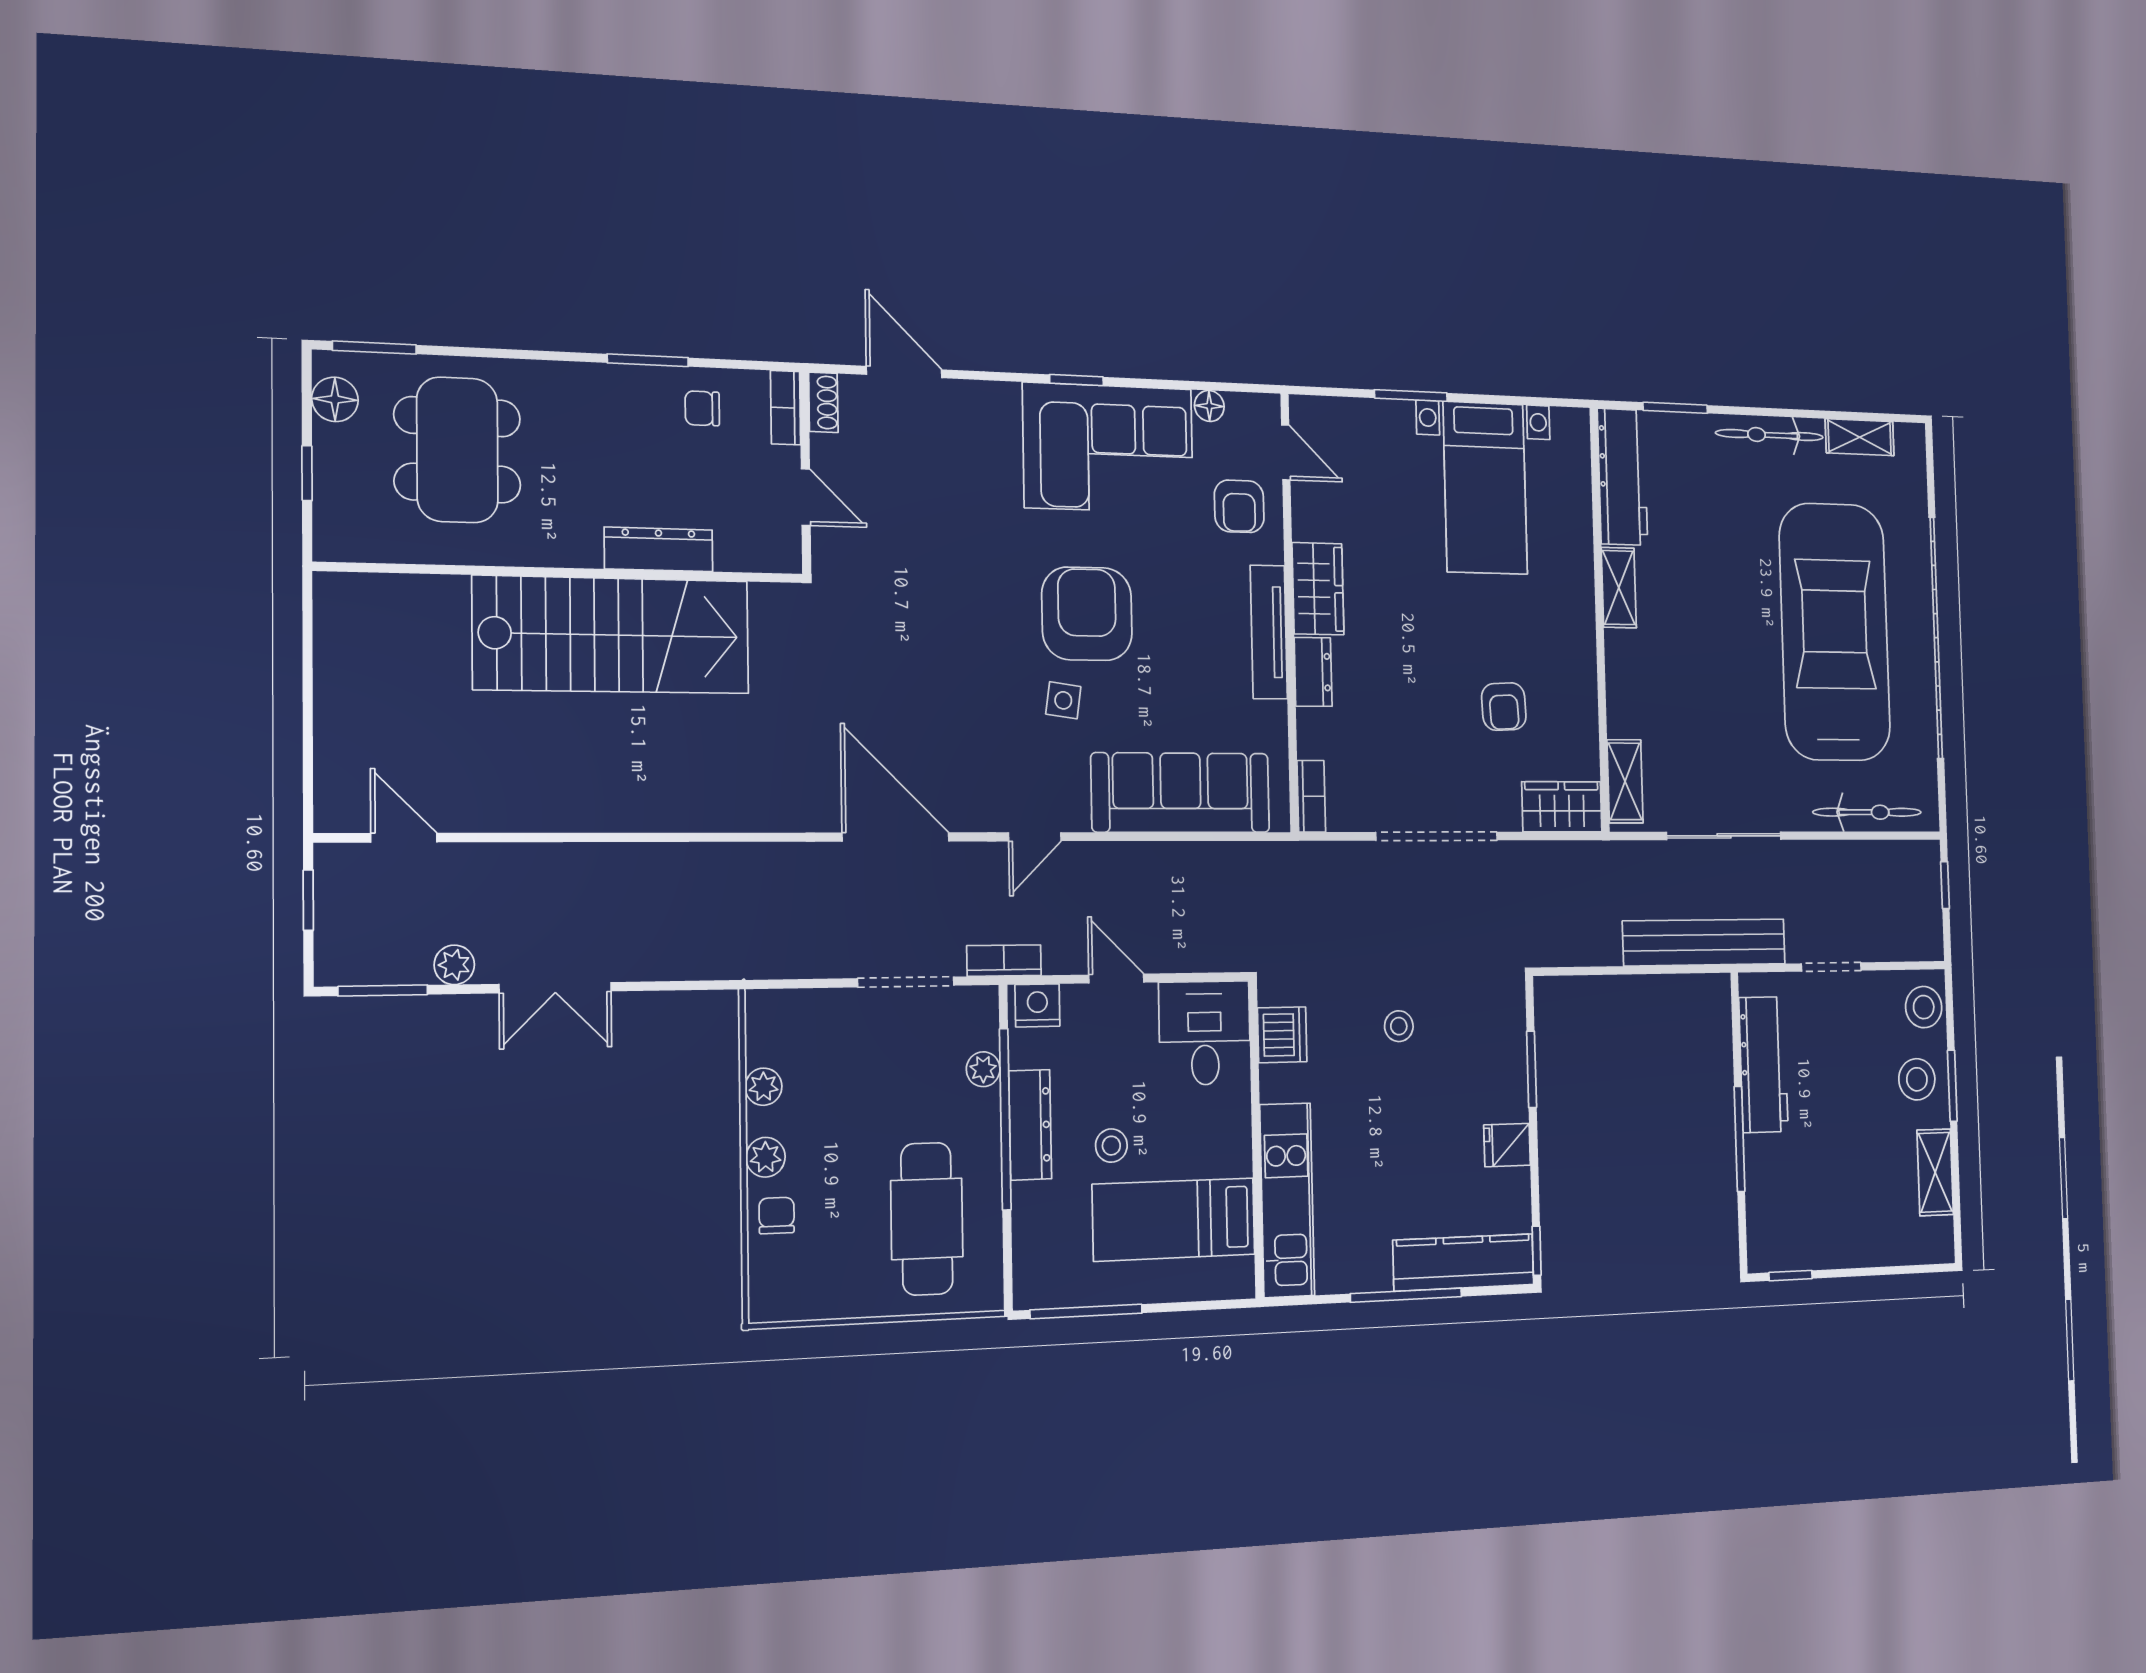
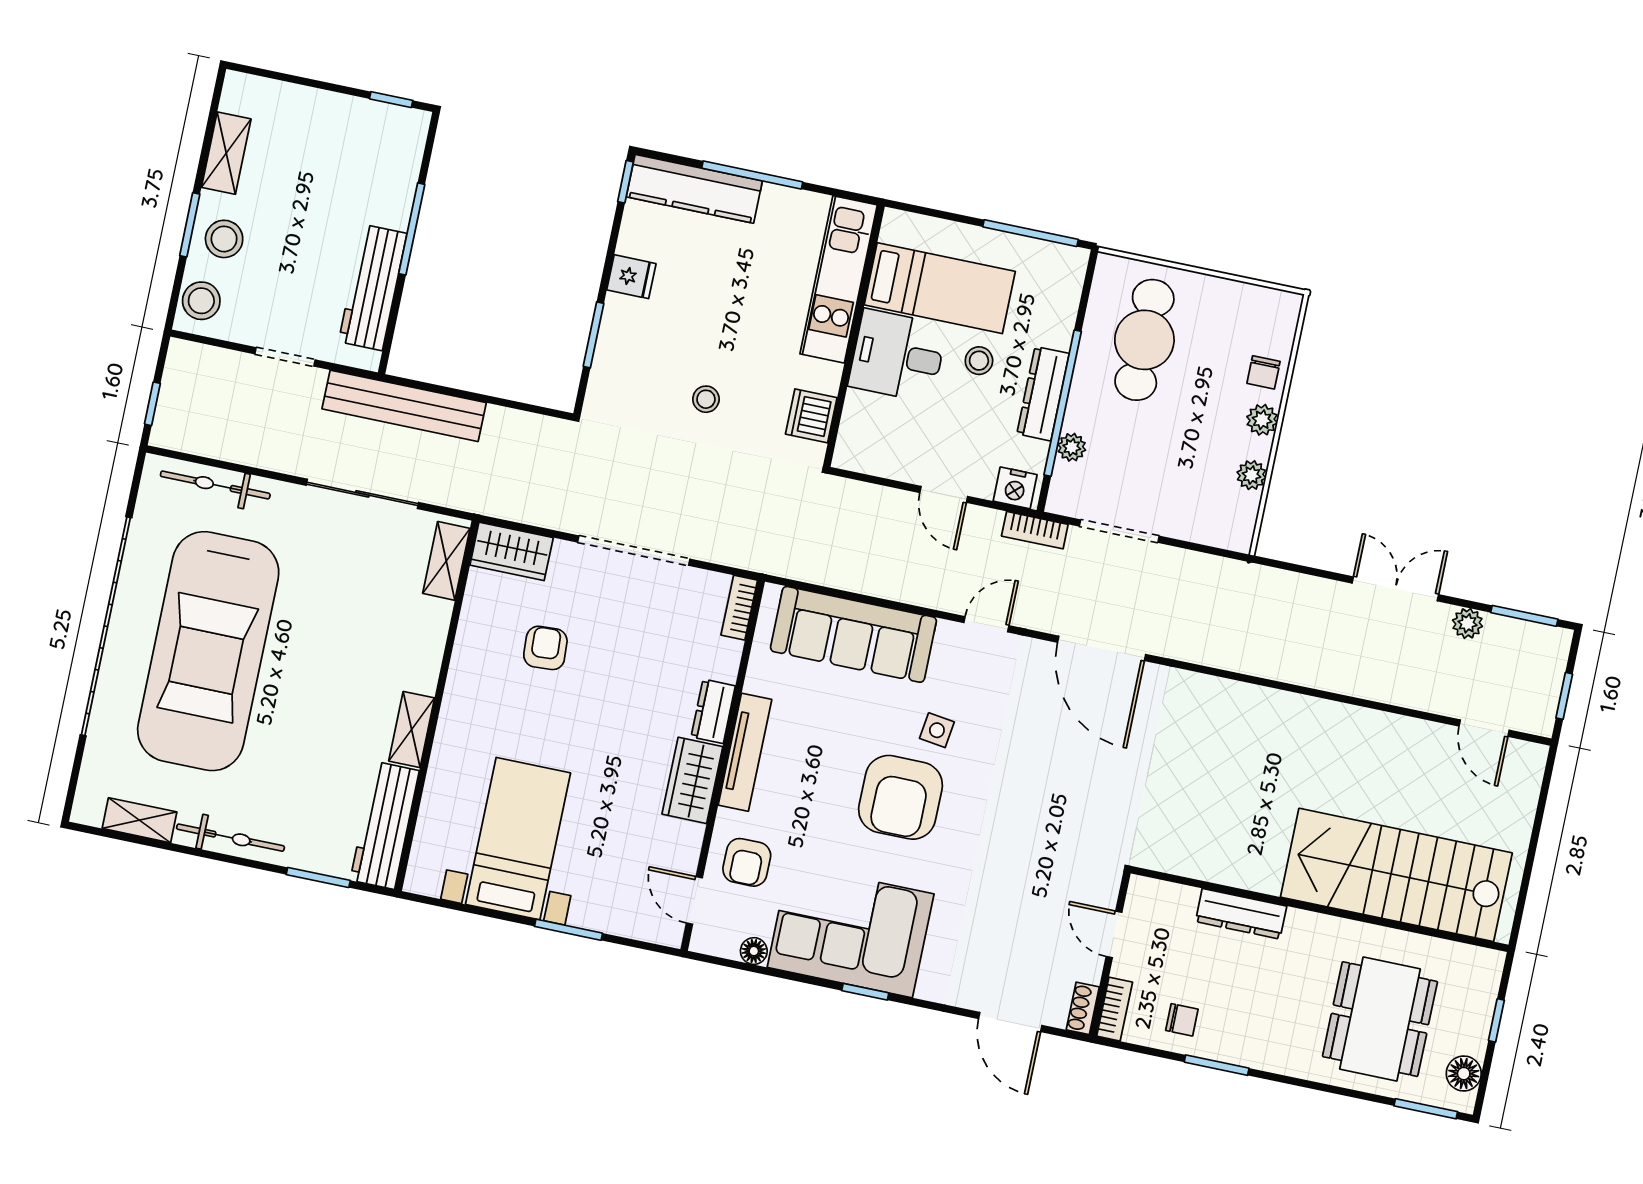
armchair: (1239, 506) -> (747, 862), turned 180
stairs: (612, 635) -> (1396, 875), moved
desk: (1205, 1033) -> (898, 356), moved, turned 90

